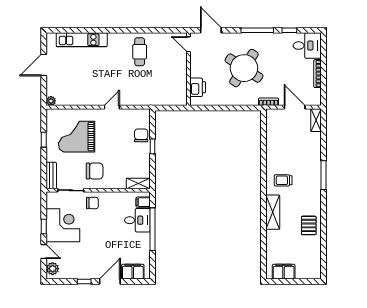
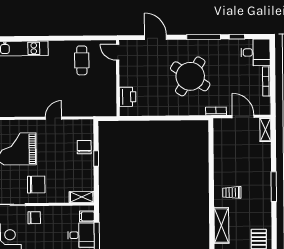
door: (188, 44) -> (118, 52), moved
wall: (188, 69) -> (118, 78), moved
printer: (198, 87) -> (128, 97), moved

